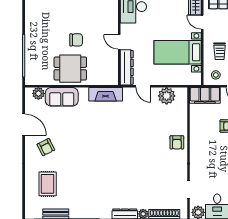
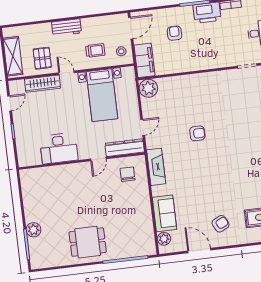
door: (202, 22) -> (66, 73), swing flipped
chair: (76, 40) -> (127, 174), moved
dining table: (70, 69) -> (88, 242), moved, turned 90
plant: (167, 96) -> (148, 88), moved
door: (24, 125) -> (199, 251), hinge flipped
armchair: (177, 142) -> (197, 133), moved

